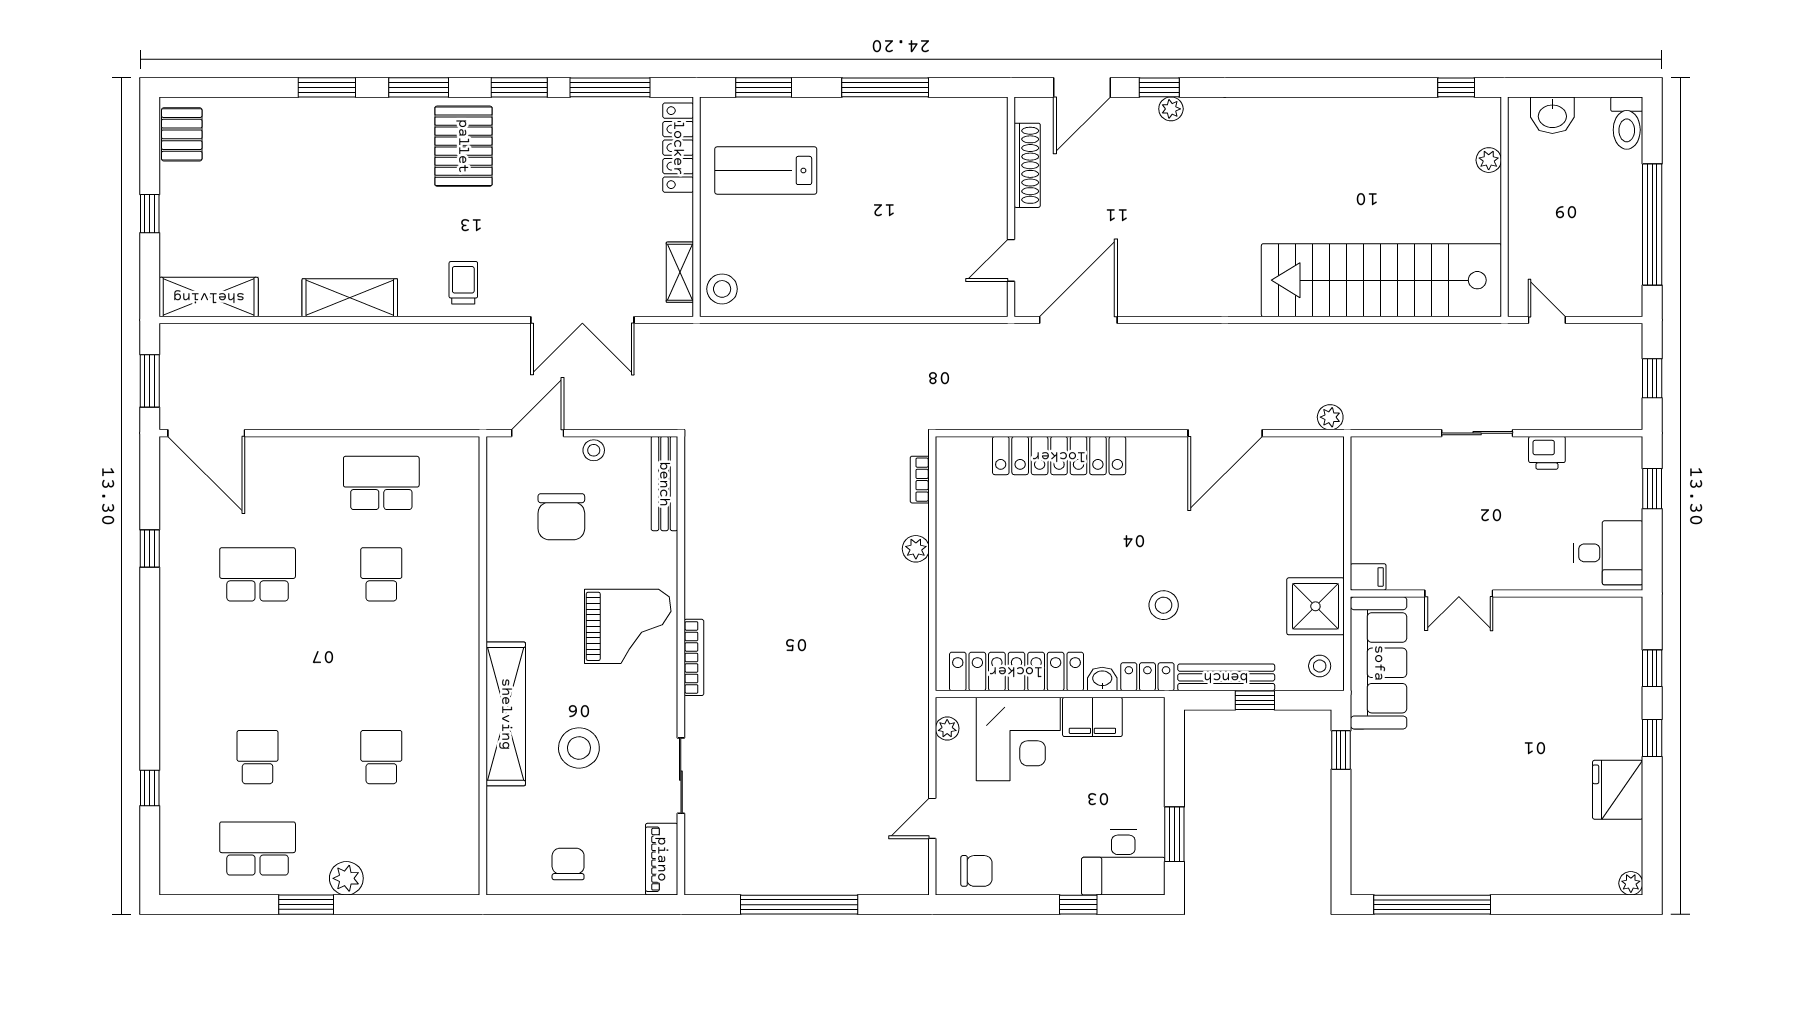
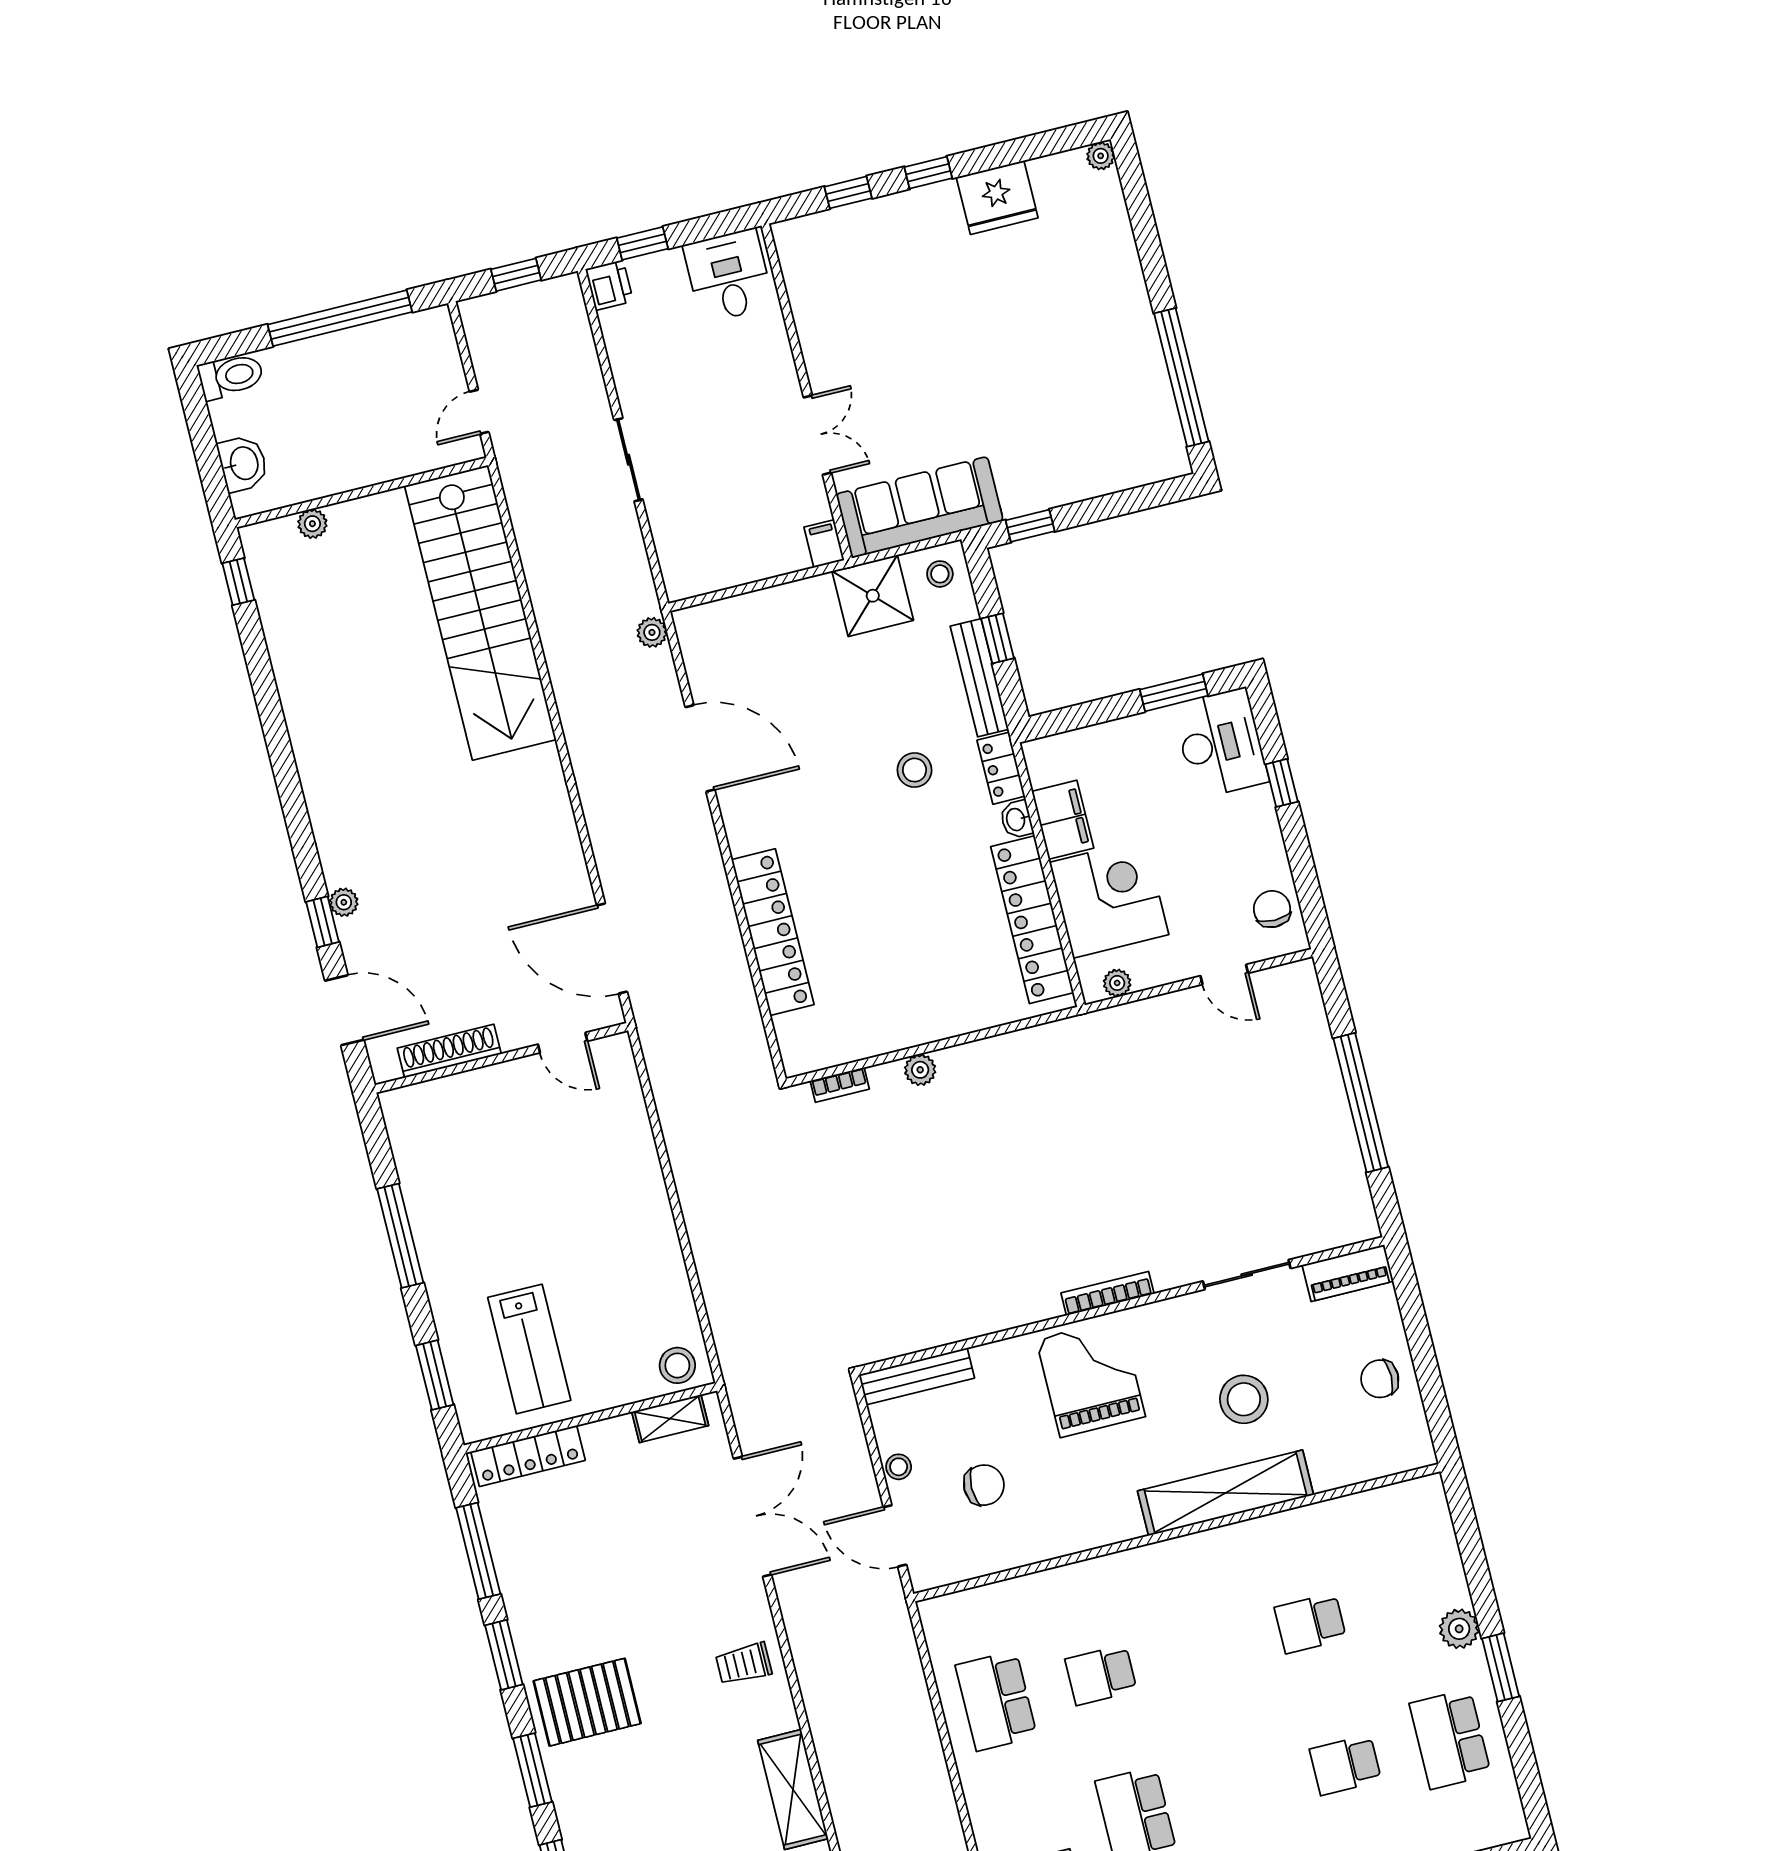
printer: (1547, 453) -> (609, 285), moved
chair: (561, 517) -> (984, 1485), width x0.73, depth x0.73

